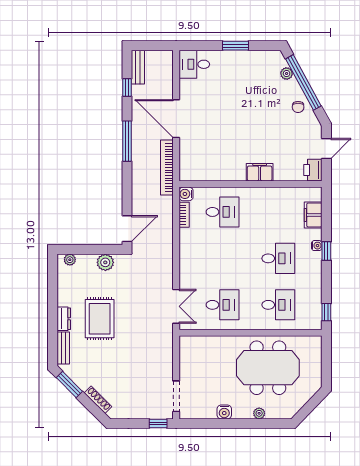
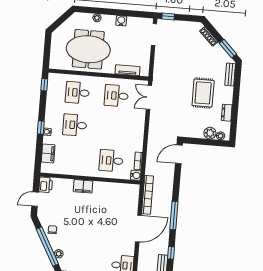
door: (176, 119) -> (138, 228), hinge flipped
plant: (105, 262) -> (210, 133), moved
dresser: (64, 319) -> (227, 113), moved
tv unit: (210, 342) -> (128, 70), added

